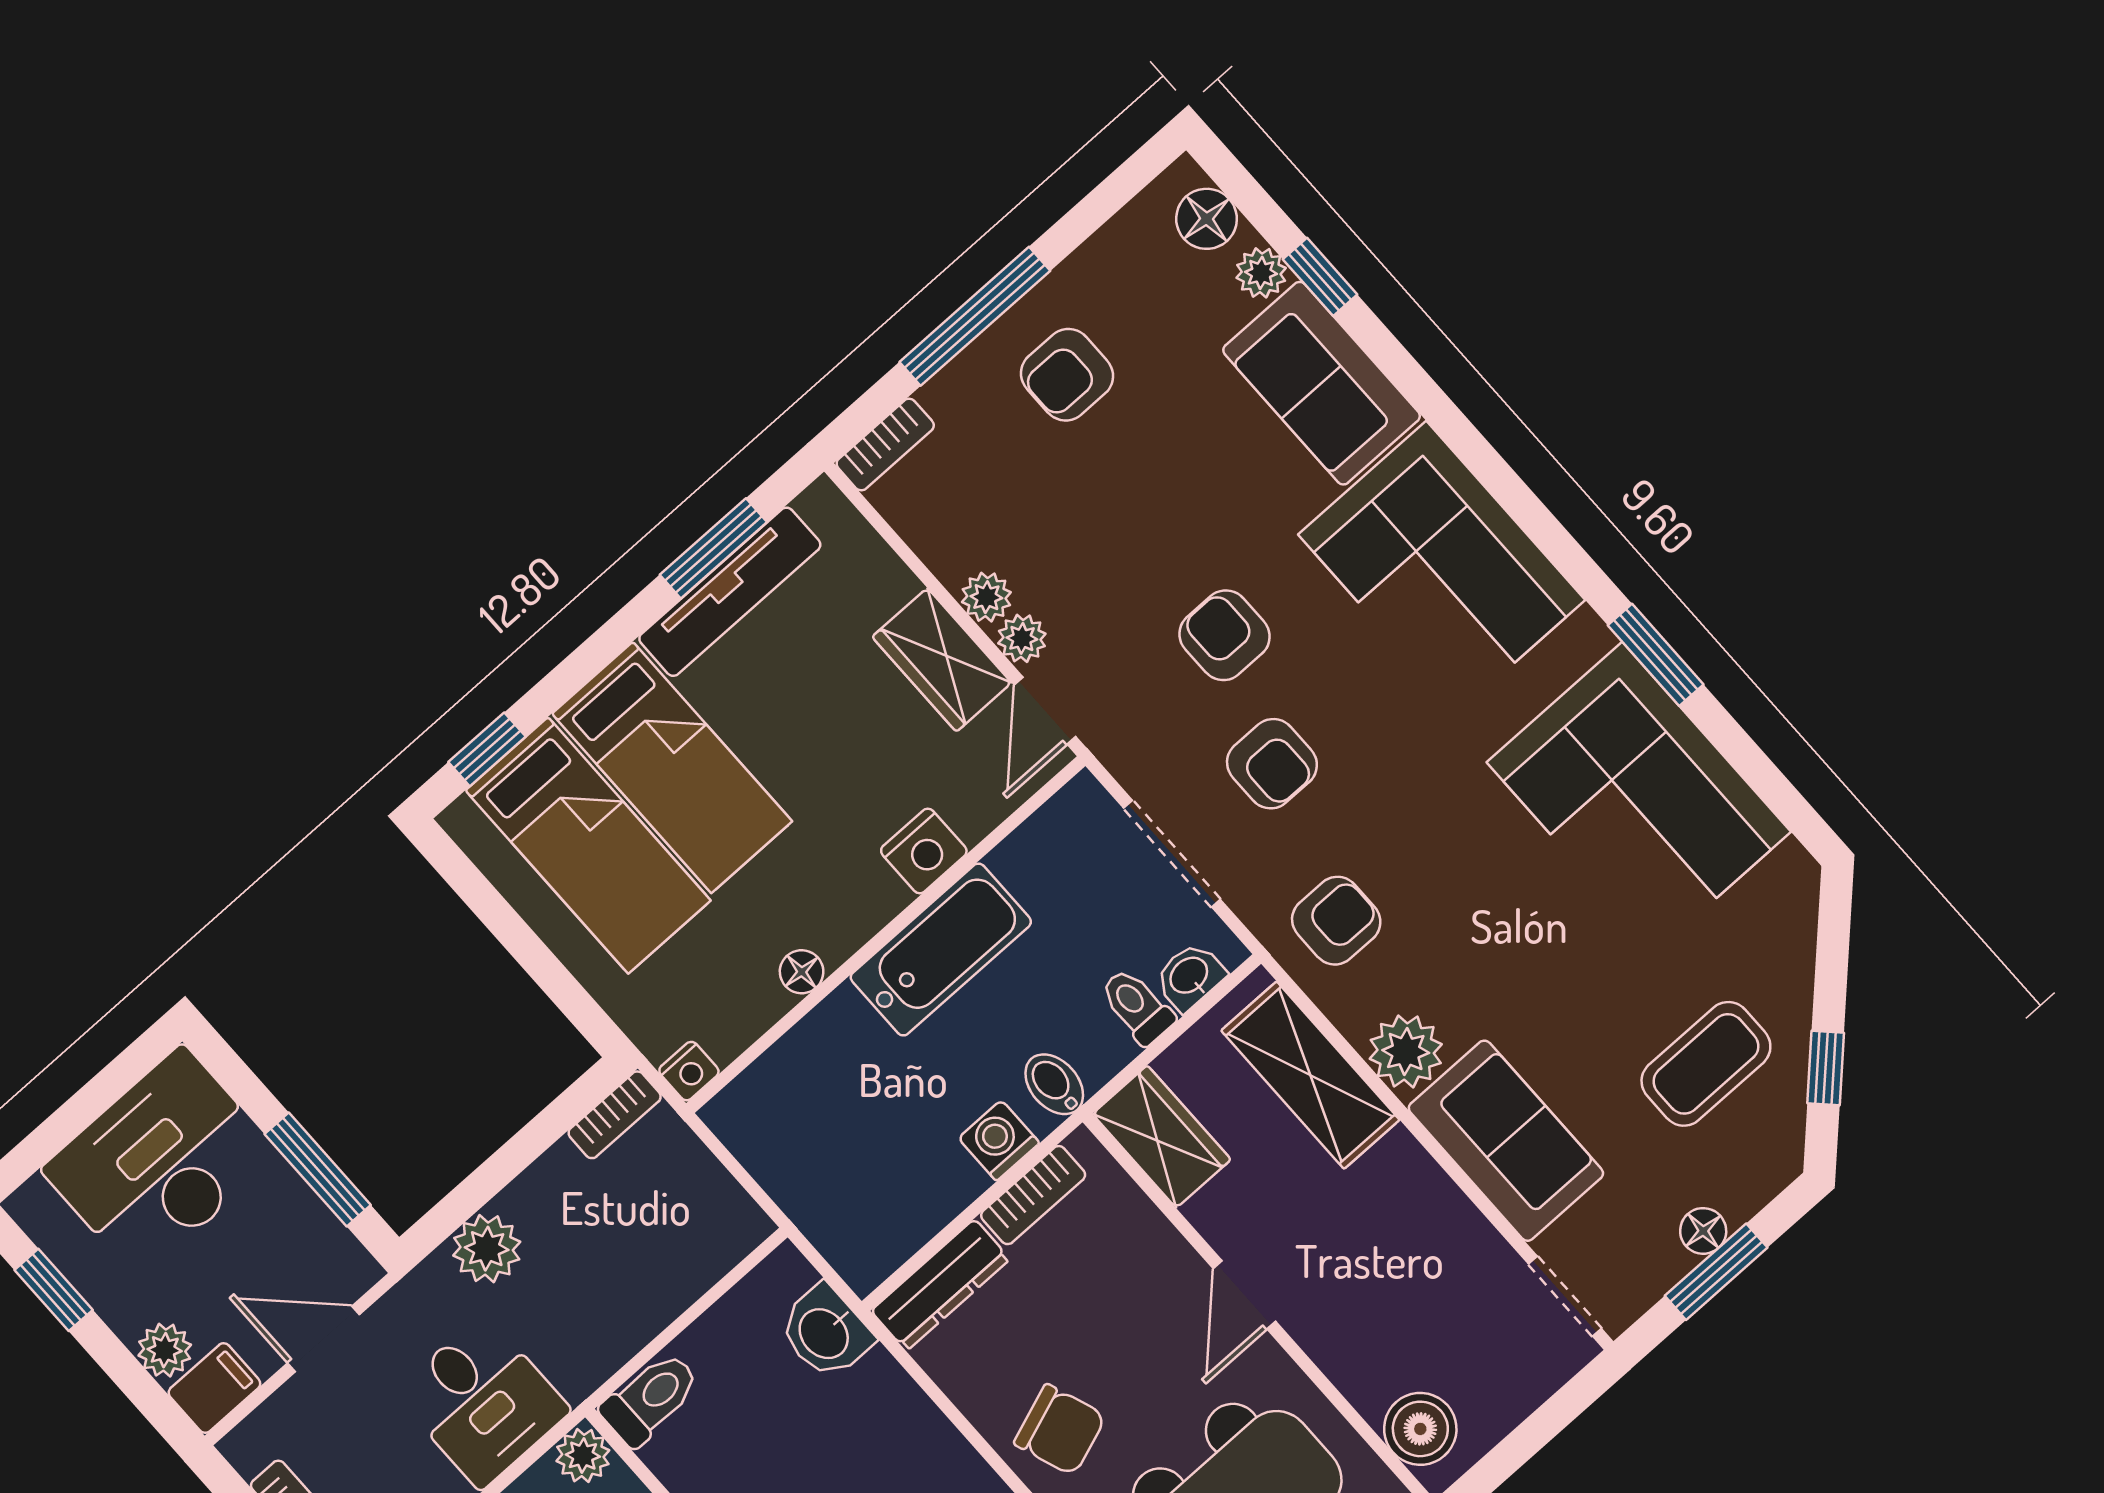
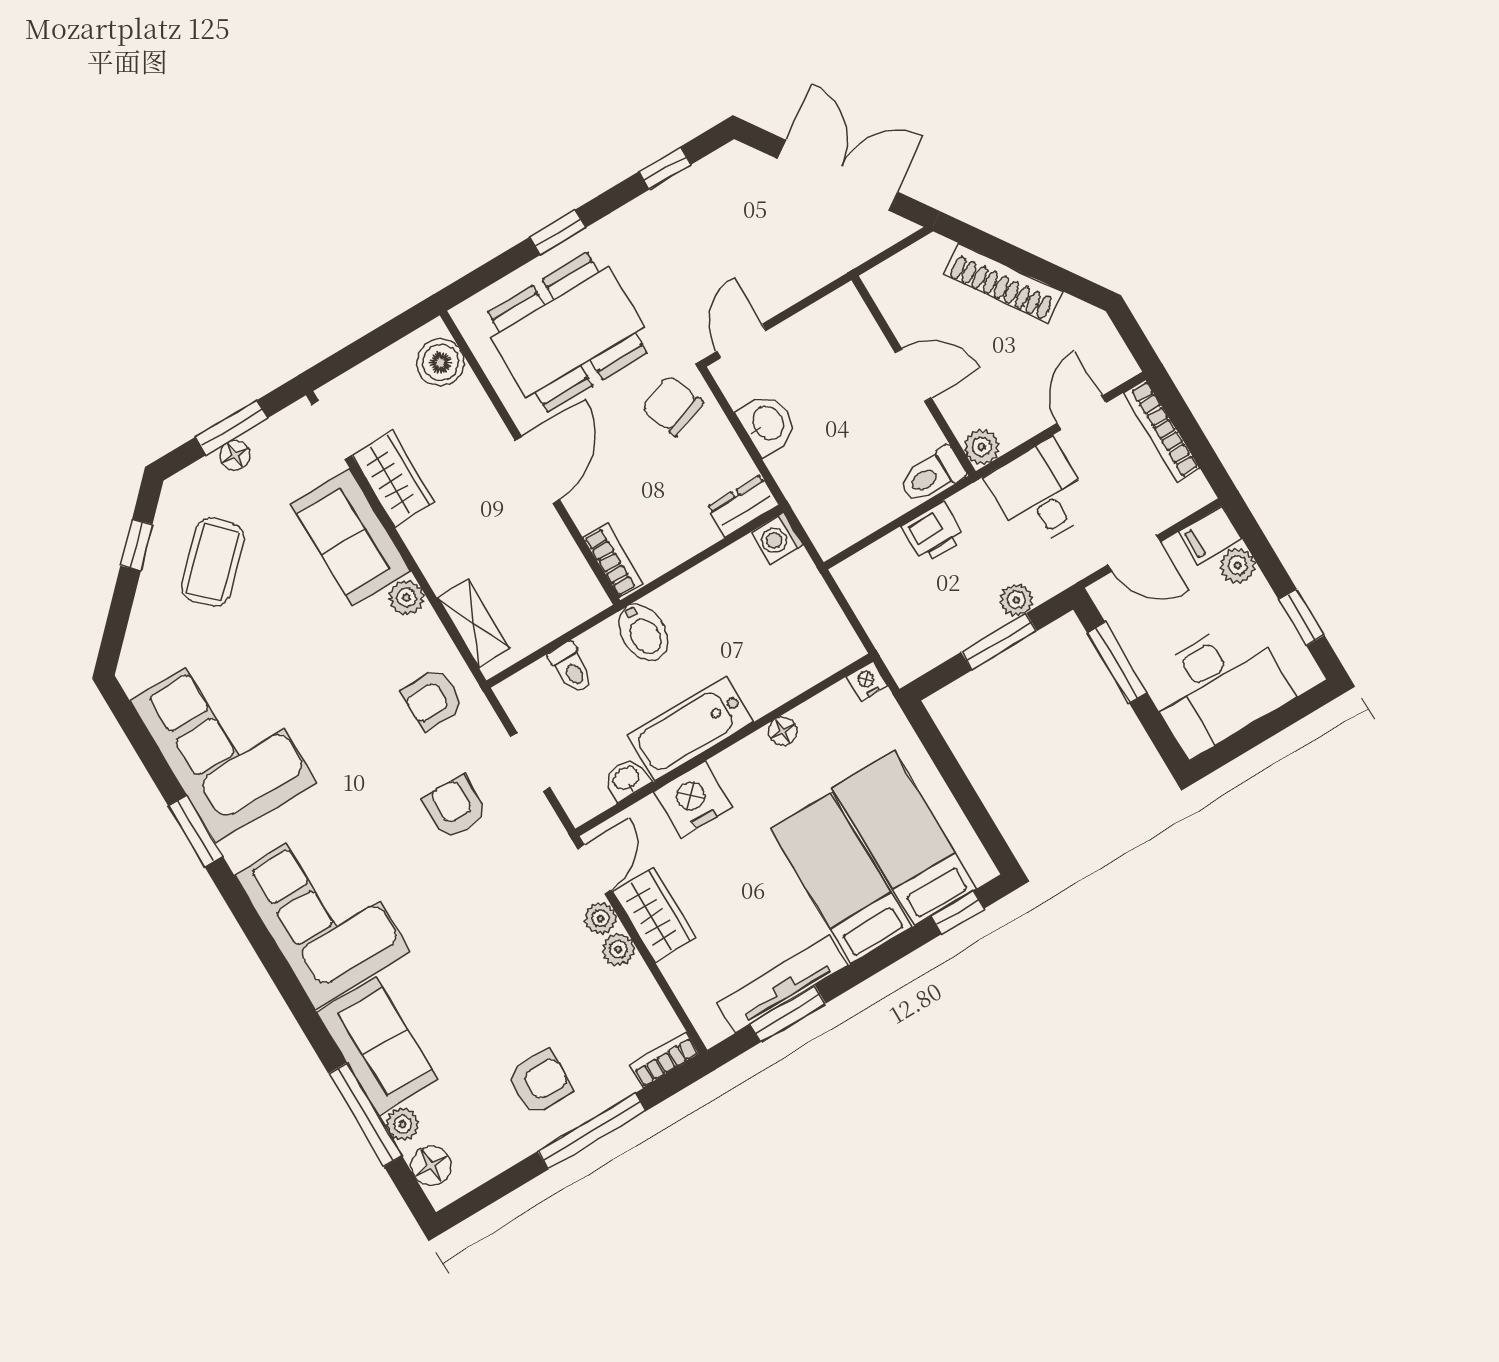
window: (1320, 277) -> (365, 1115), width x2.17
armchair: (1225, 635) -> (470, 896), removed
nightstand: (924, 851) -> (693, 800), width x1.36, depth x1.33
doorway: (1172, 854) -> (530, 762), width x0.73
washbasin: (1190, 976) -> (626, 779), moved, turned 180
plant: (1406, 1052) -> (406, 598), width x0.73, depth x0.73
coffee table: (1706, 1064) -> (213, 562), turned -45
shelving: (1310, 1075) -> (473, 623), width x0.67, depth x0.75
bidet: (1054, 1084) -> (643, 632), width x1.38, depth x1.36
bookcase: (615, 1115) -> (920, 662), removed
wardrobe: (1162, 1137) -> (394, 479), moved, turned 180
washing machine: (999, 1141) -> (777, 538), moved, turned 90
window: (502, 1168) -> (999, 642), added
bookcase: (1033, 1195) -> (613, 561), moved, turned 90
plant: (487, 1249) -> (1016, 600), width x0.73, depth x0.73
dresser: (941, 1285) -> (743, 506), width x0.70
door: (1245, 1295) -> (537, 470), width x1.38
printer: (632, 1313) -> (933, 533), added
washbasin: (825, 1332) -> (767, 424), moved

